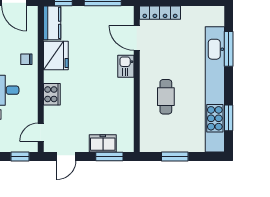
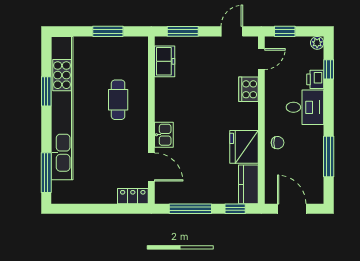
locker: (160, 13) -> (133, 196), width x0.66
window: (229, 49) -> (46, 173), moved
cooker: (52, 94) -> (248, 89), moved
window: (229, 118) -> (46, 91), moved
freezer: (103, 143) -> (165, 61), moved, turned -90

